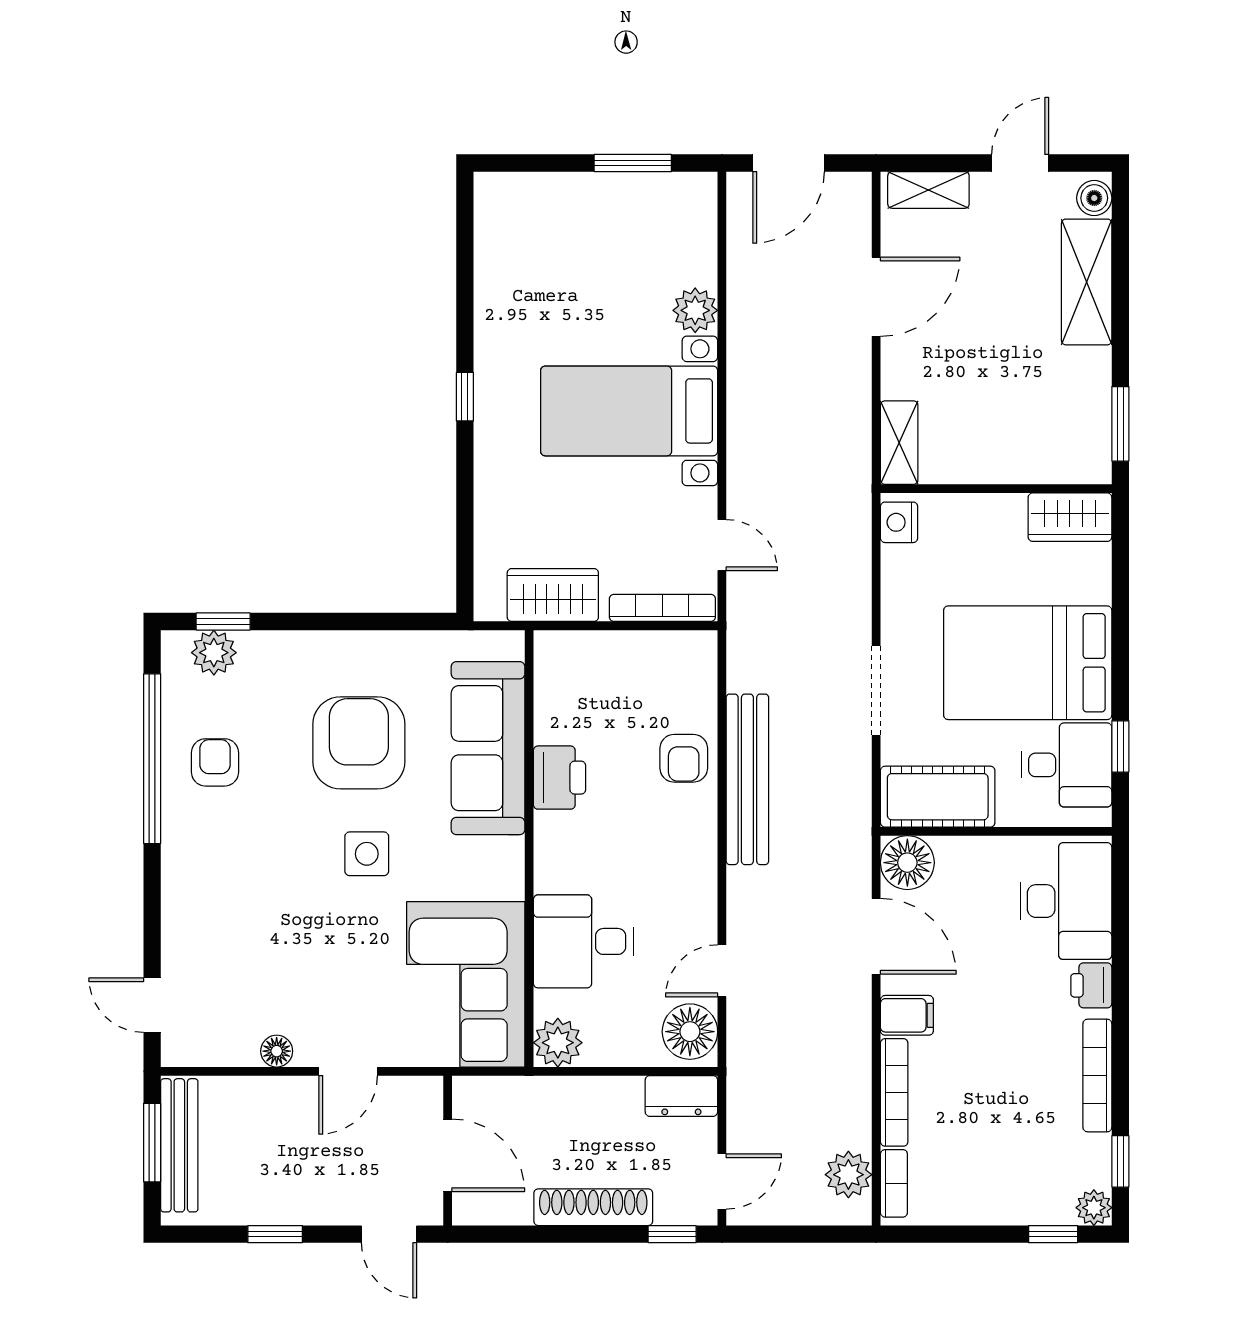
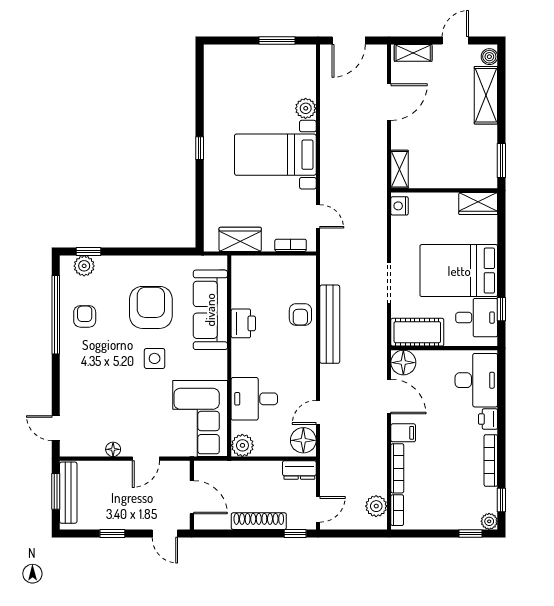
bookcase: (662, 608) -> (291, 245), width x0.64

